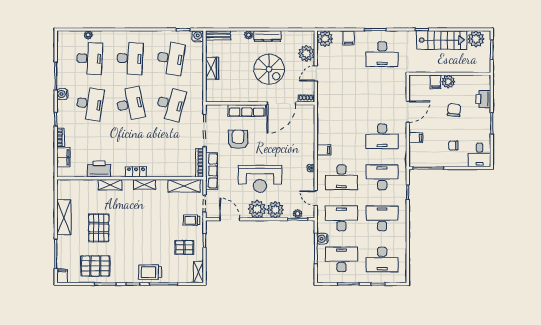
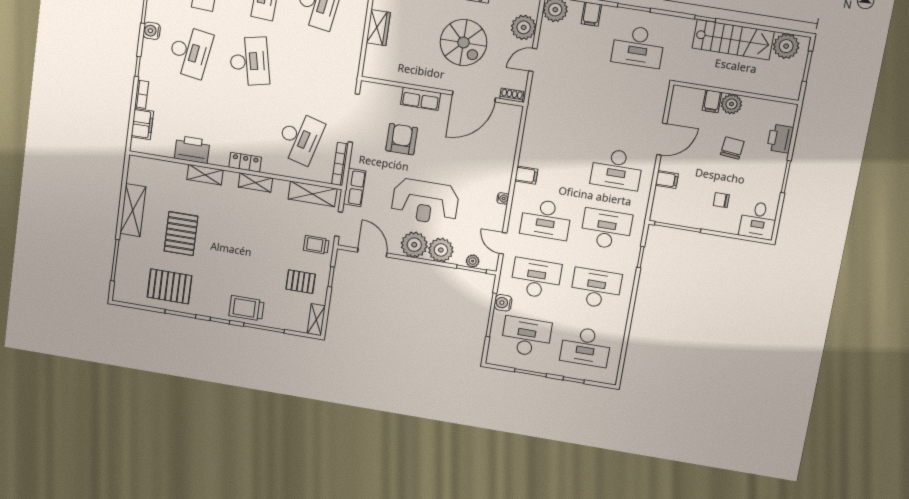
desk: (171, 104) -> (300, 138), moved
row of seats: (247, 111) -> (421, 99), width x0.68
row of seats: (212, 171) -> (355, 187), width x0.68
filing cabinet: (62, 276) -> (121, 292), removed

